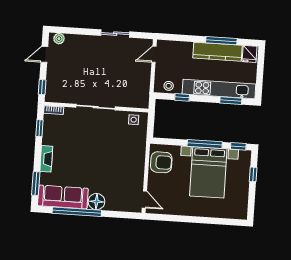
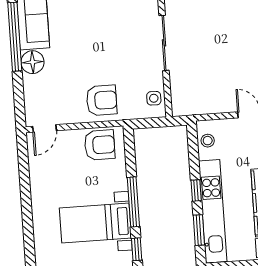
window: (182, 97) -> (196, 190), moved
armchair: (130, 157) -> (102, 100), added
armchair: (161, 162) -> (100, 145), turned -90
bed with nightstands: (208, 172) -> (95, 223), width x0.73

